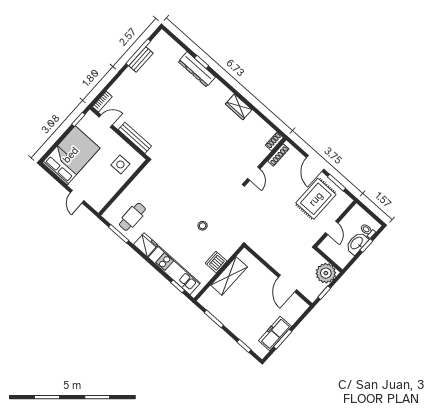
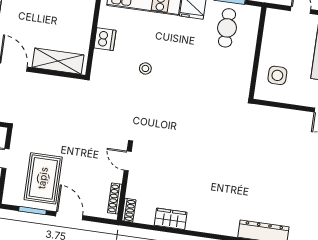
wardrobe: (239, 107) -> (171, 219), moved
bench: (135, 138) -> (281, 114), removed
shelving: (229, 276) -> (58, 61), moved, turned 90

